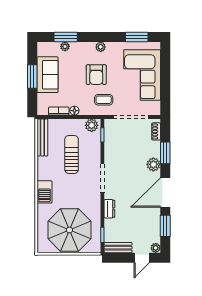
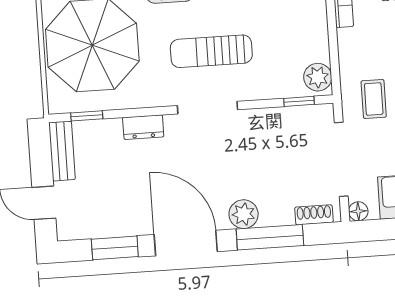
floor lamp: (74, 111) -> (358, 211), moved
window: (165, 153) -> (270, 237), width x1.44
sun lounger: (72, 155) -> (211, 51), moved, turned 180
plant: (156, 248) -> (67, 231), removed

